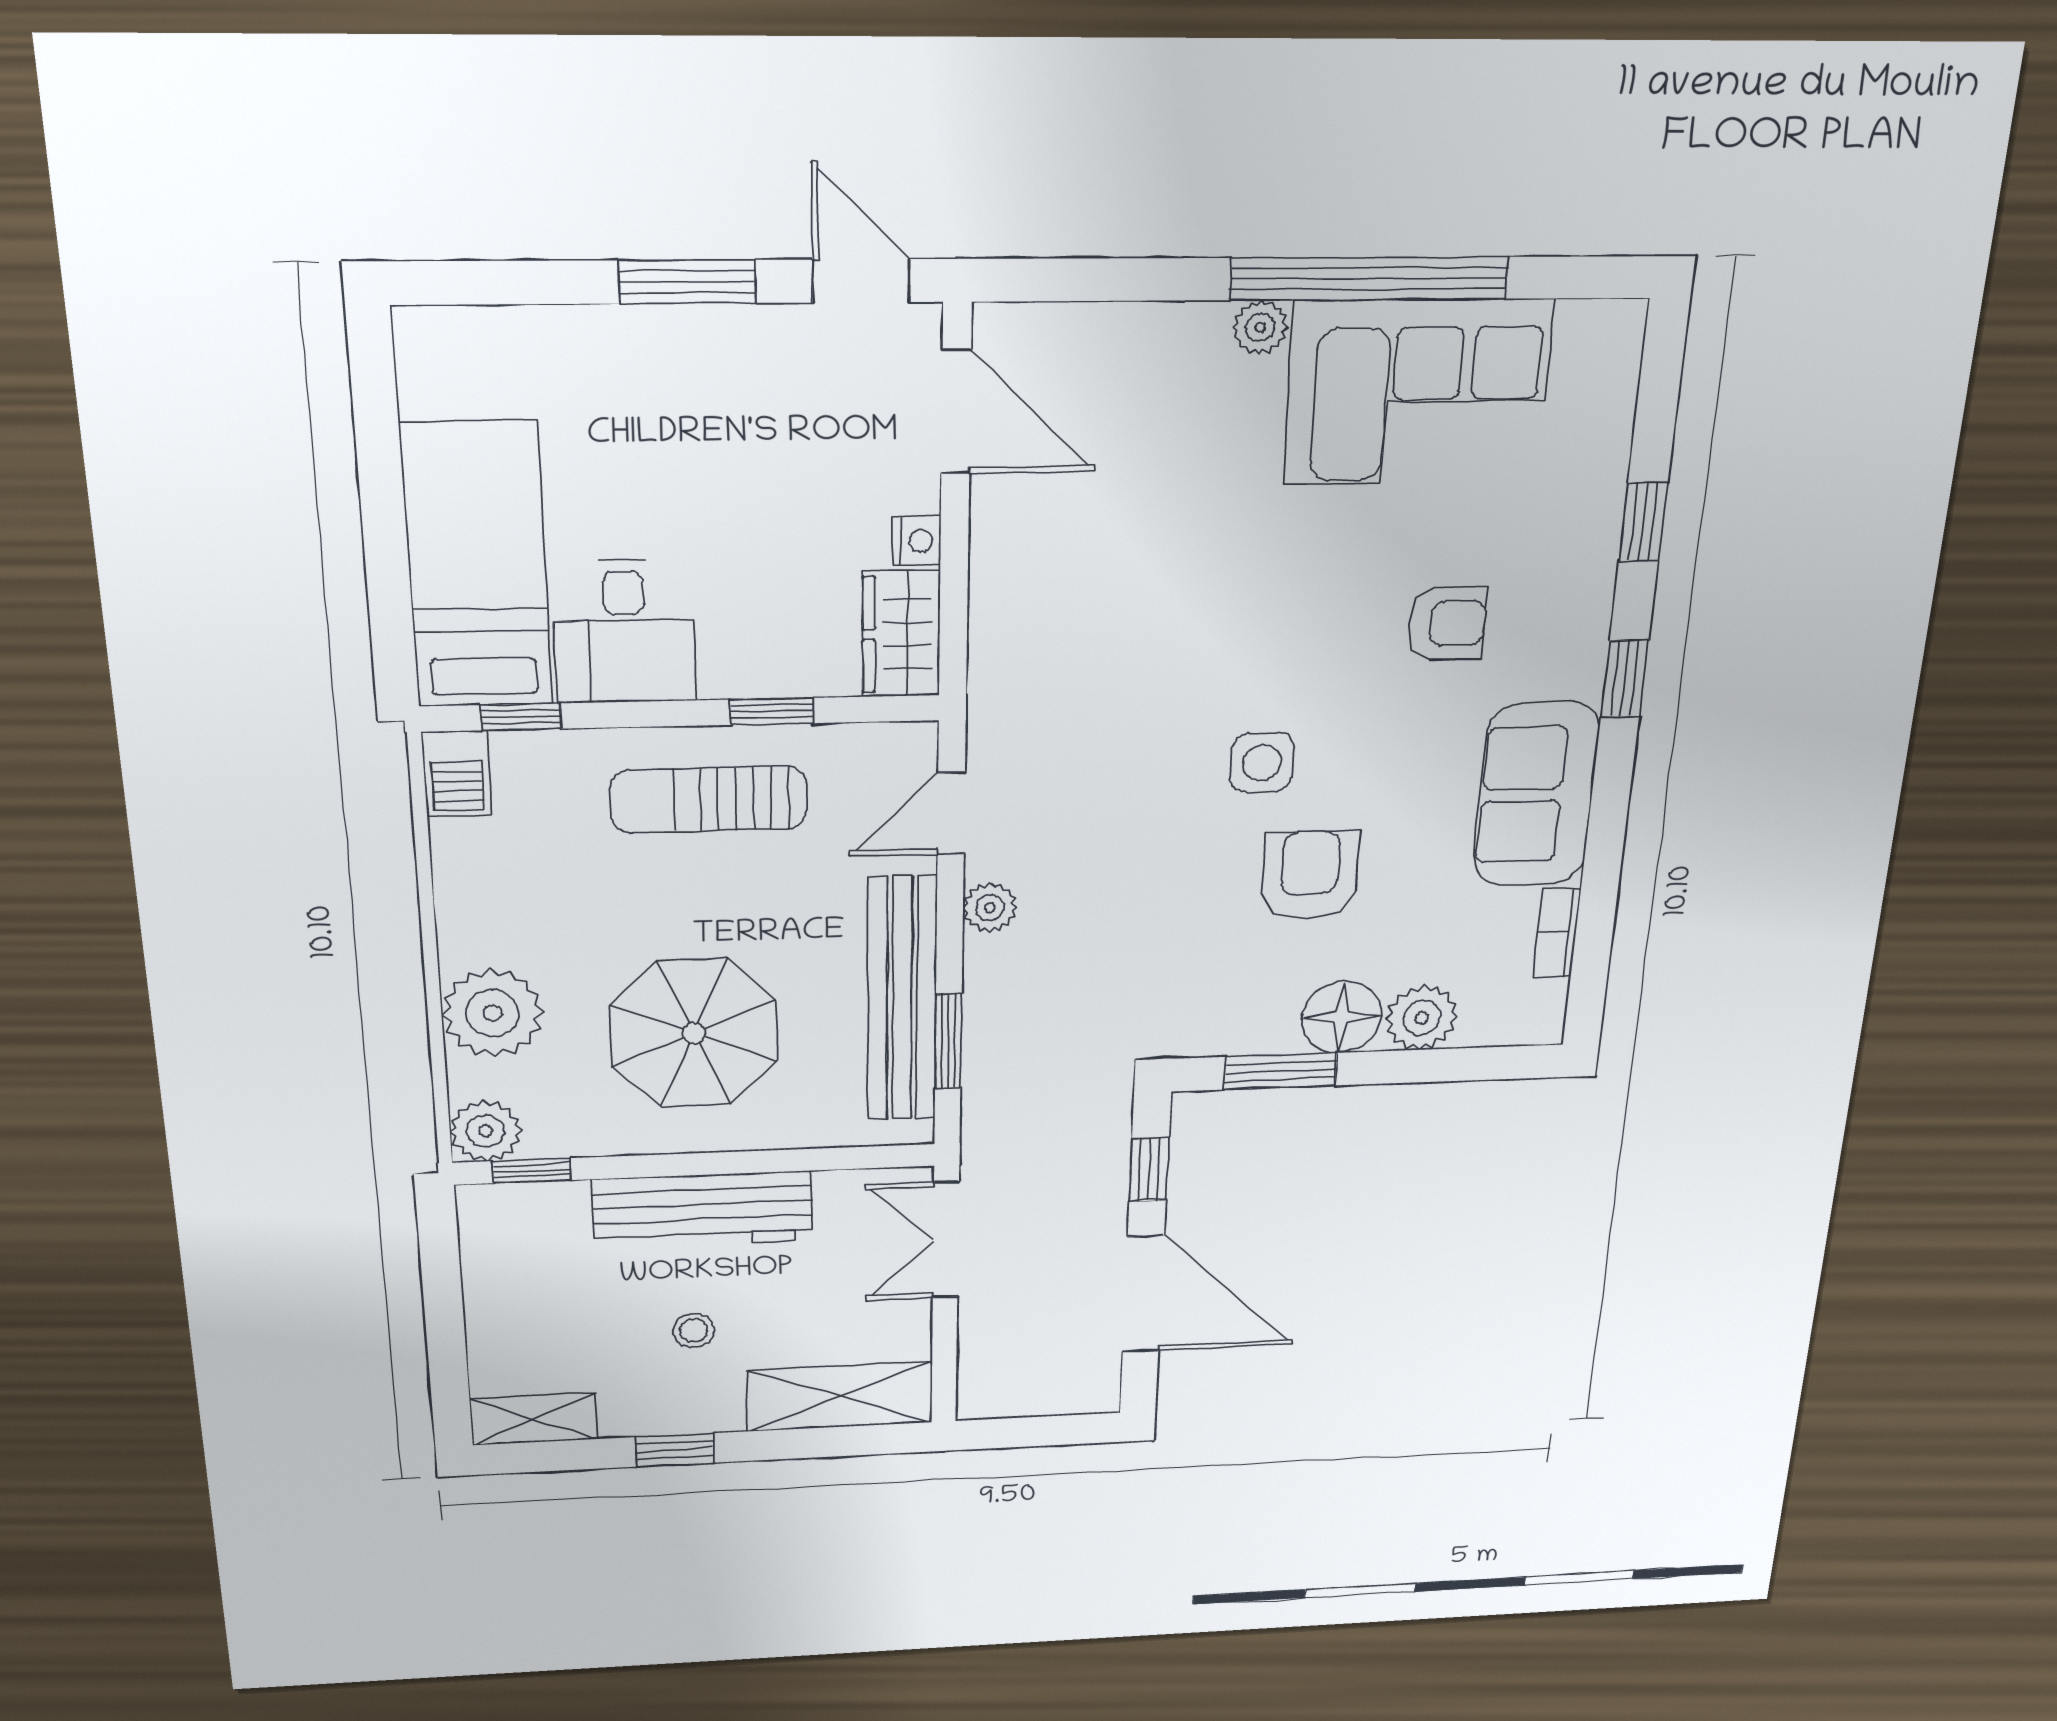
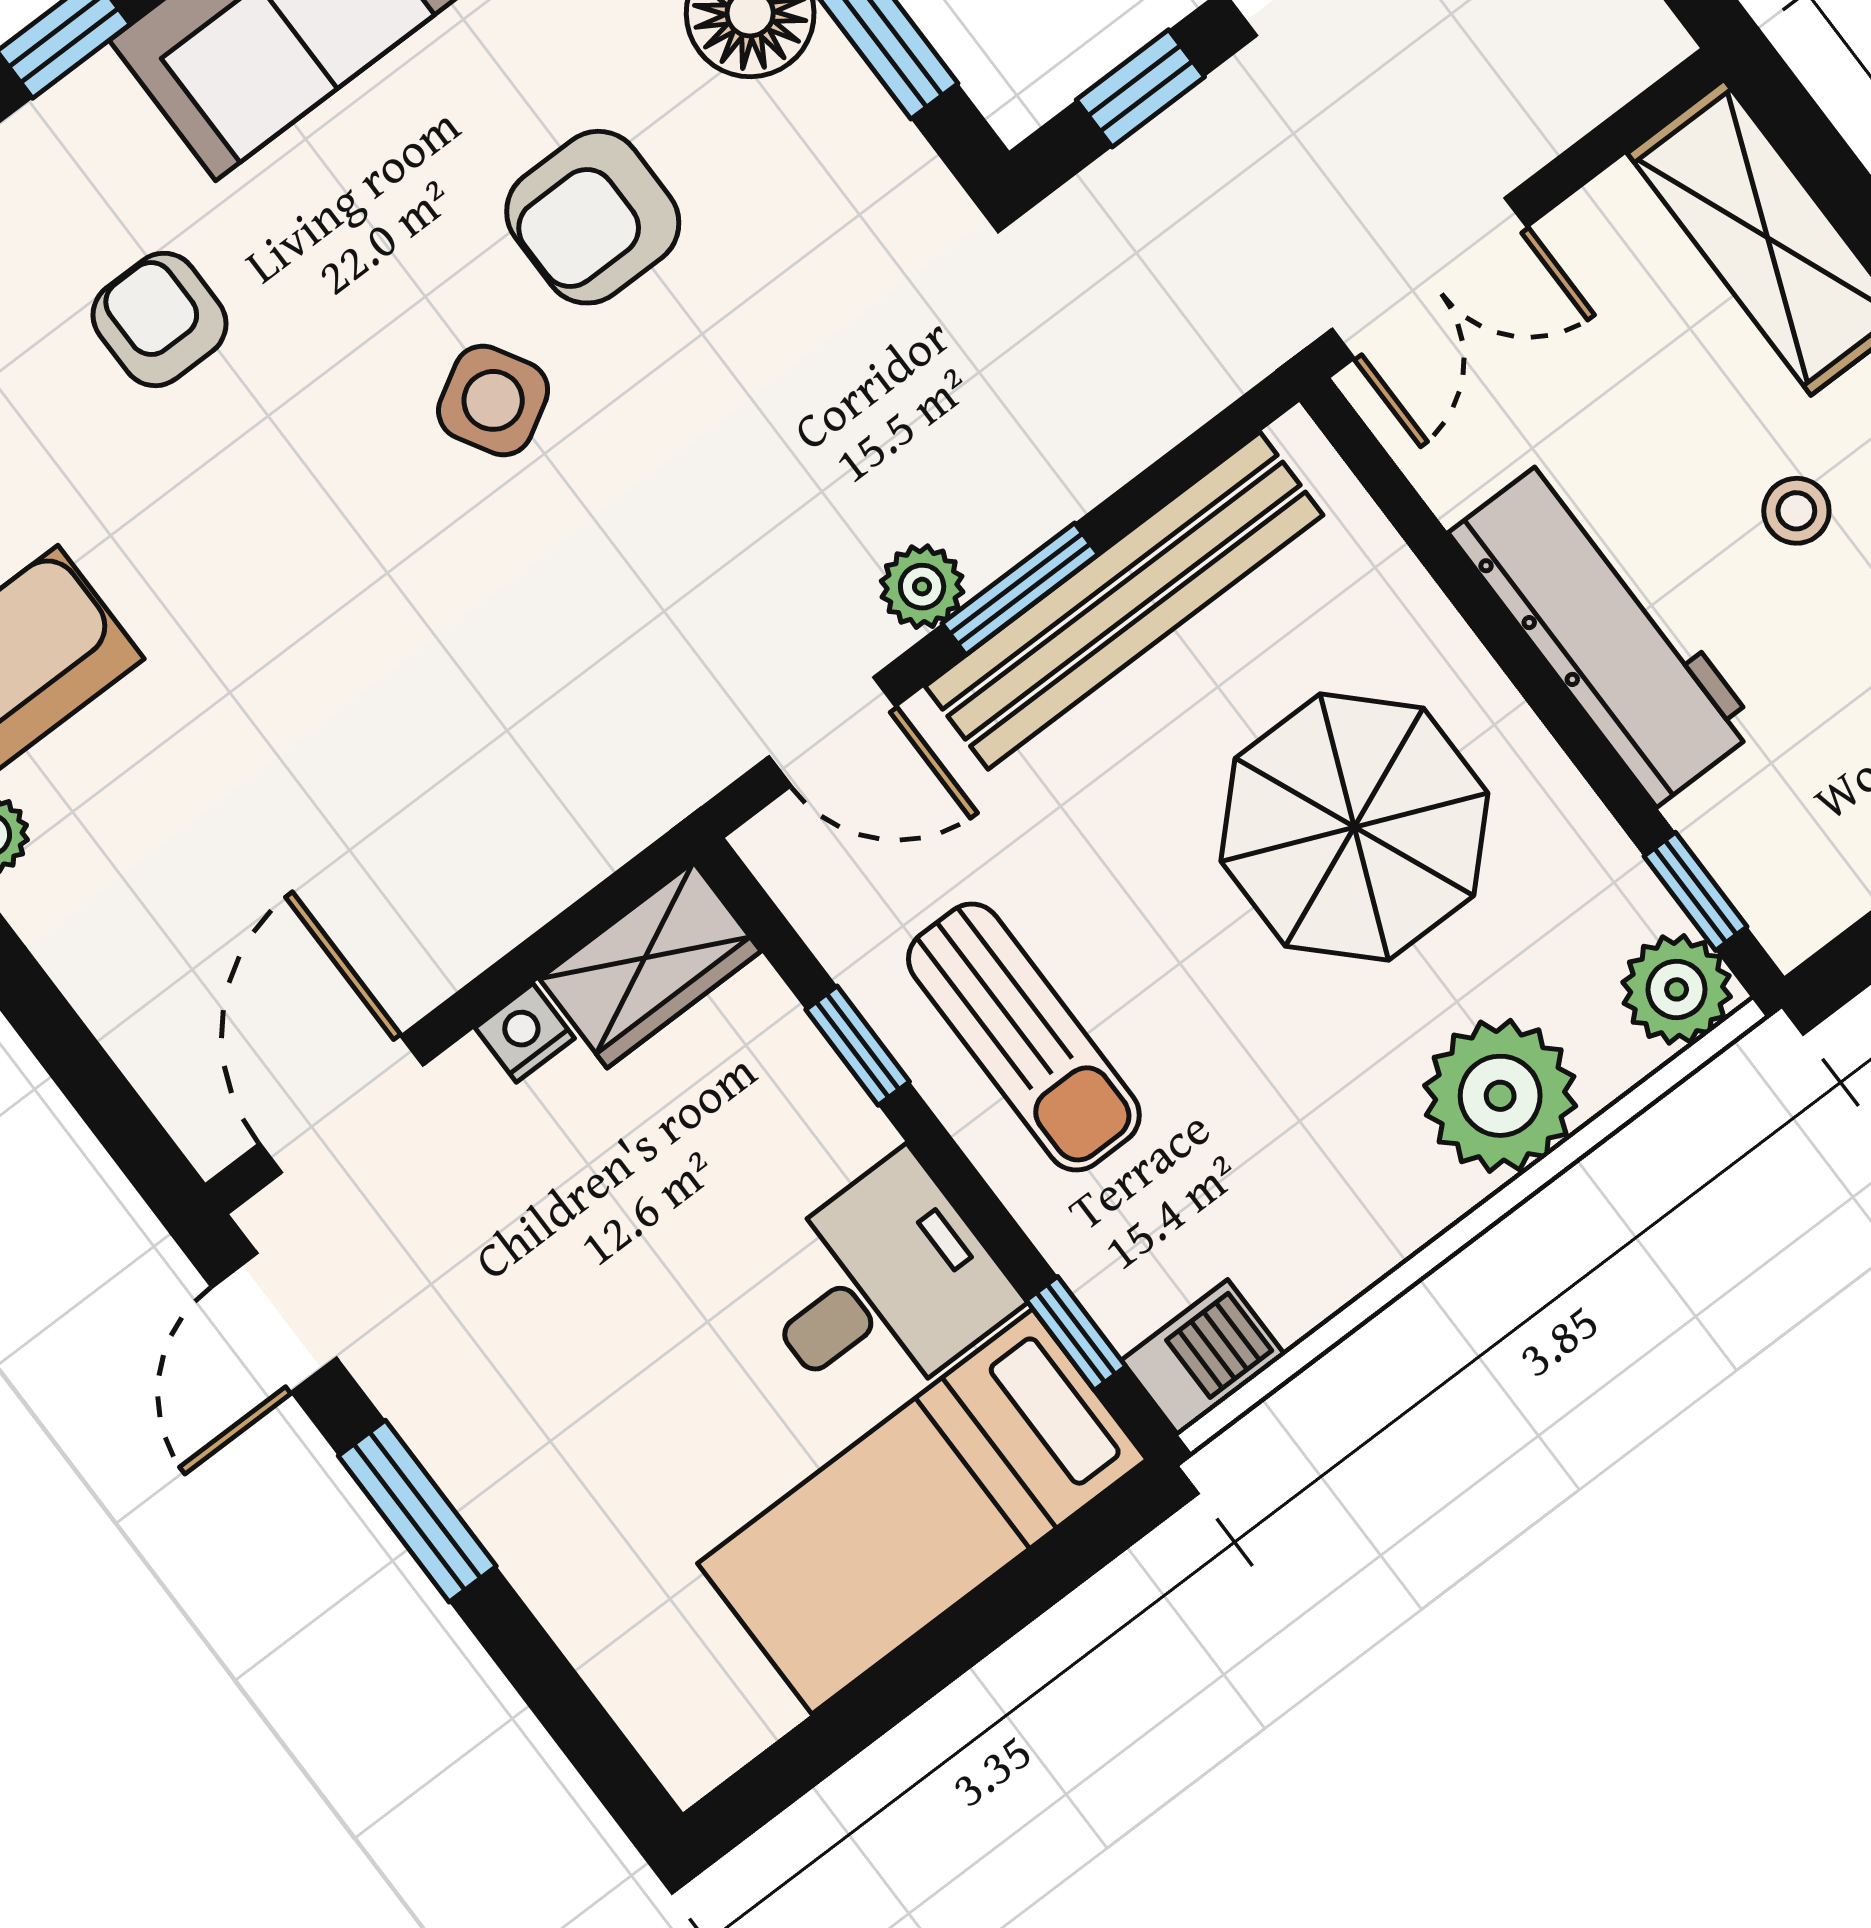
side table: (1262, 762) -> (493, 400), turned -30
window: (948, 1041) -> (1020, 589), moved

